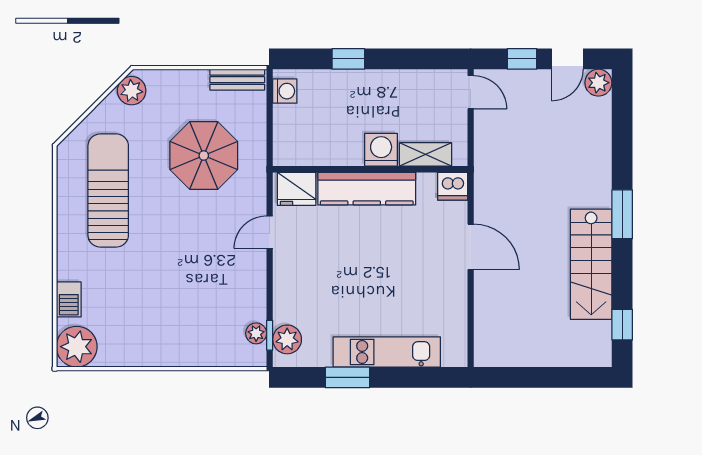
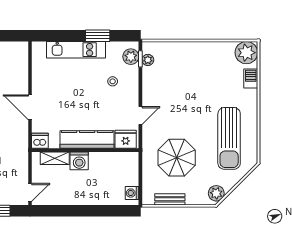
window: (348, 59) -> (97, 211), removed
bench: (237, 80) -> (170, 199), moved
door: (471, 92) -> (30, 192), swing flipped
stool: (320, 294) -> (113, 81), added

